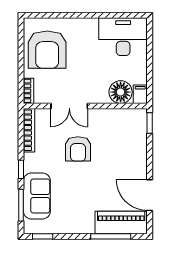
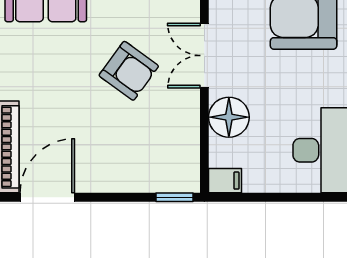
floor lamp: (121, 92) -> (229, 117), moved
armchair: (78, 149) -> (129, 71), turned -144

